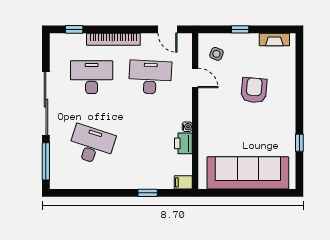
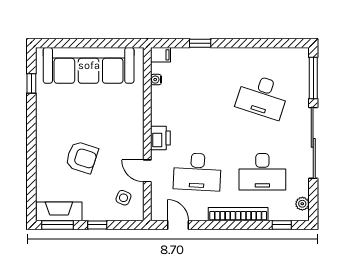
window: (276, 29) -> (58, 225), added
fireplace: (274, 40) -> (59, 211), width x1.37, depth x1.32
plant: (56, 48) -> (302, 204), added
armchair: (254, 90) -> (82, 157), turned -77
water cooler: (187, 127) -> (156, 80), moved
printer: (183, 143) -> (160, 138), moved
window: (299, 143) -> (31, 83), moved

